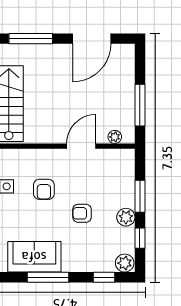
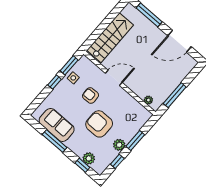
door: (81, 146) -> (114, 78), moved
armchair: (44, 189) -> (91, 95), turned 88
armchair: (82, 213) -> (99, 124), width x1.88, depth x1.88
plant: (125, 263) -> (89, 158), moved

